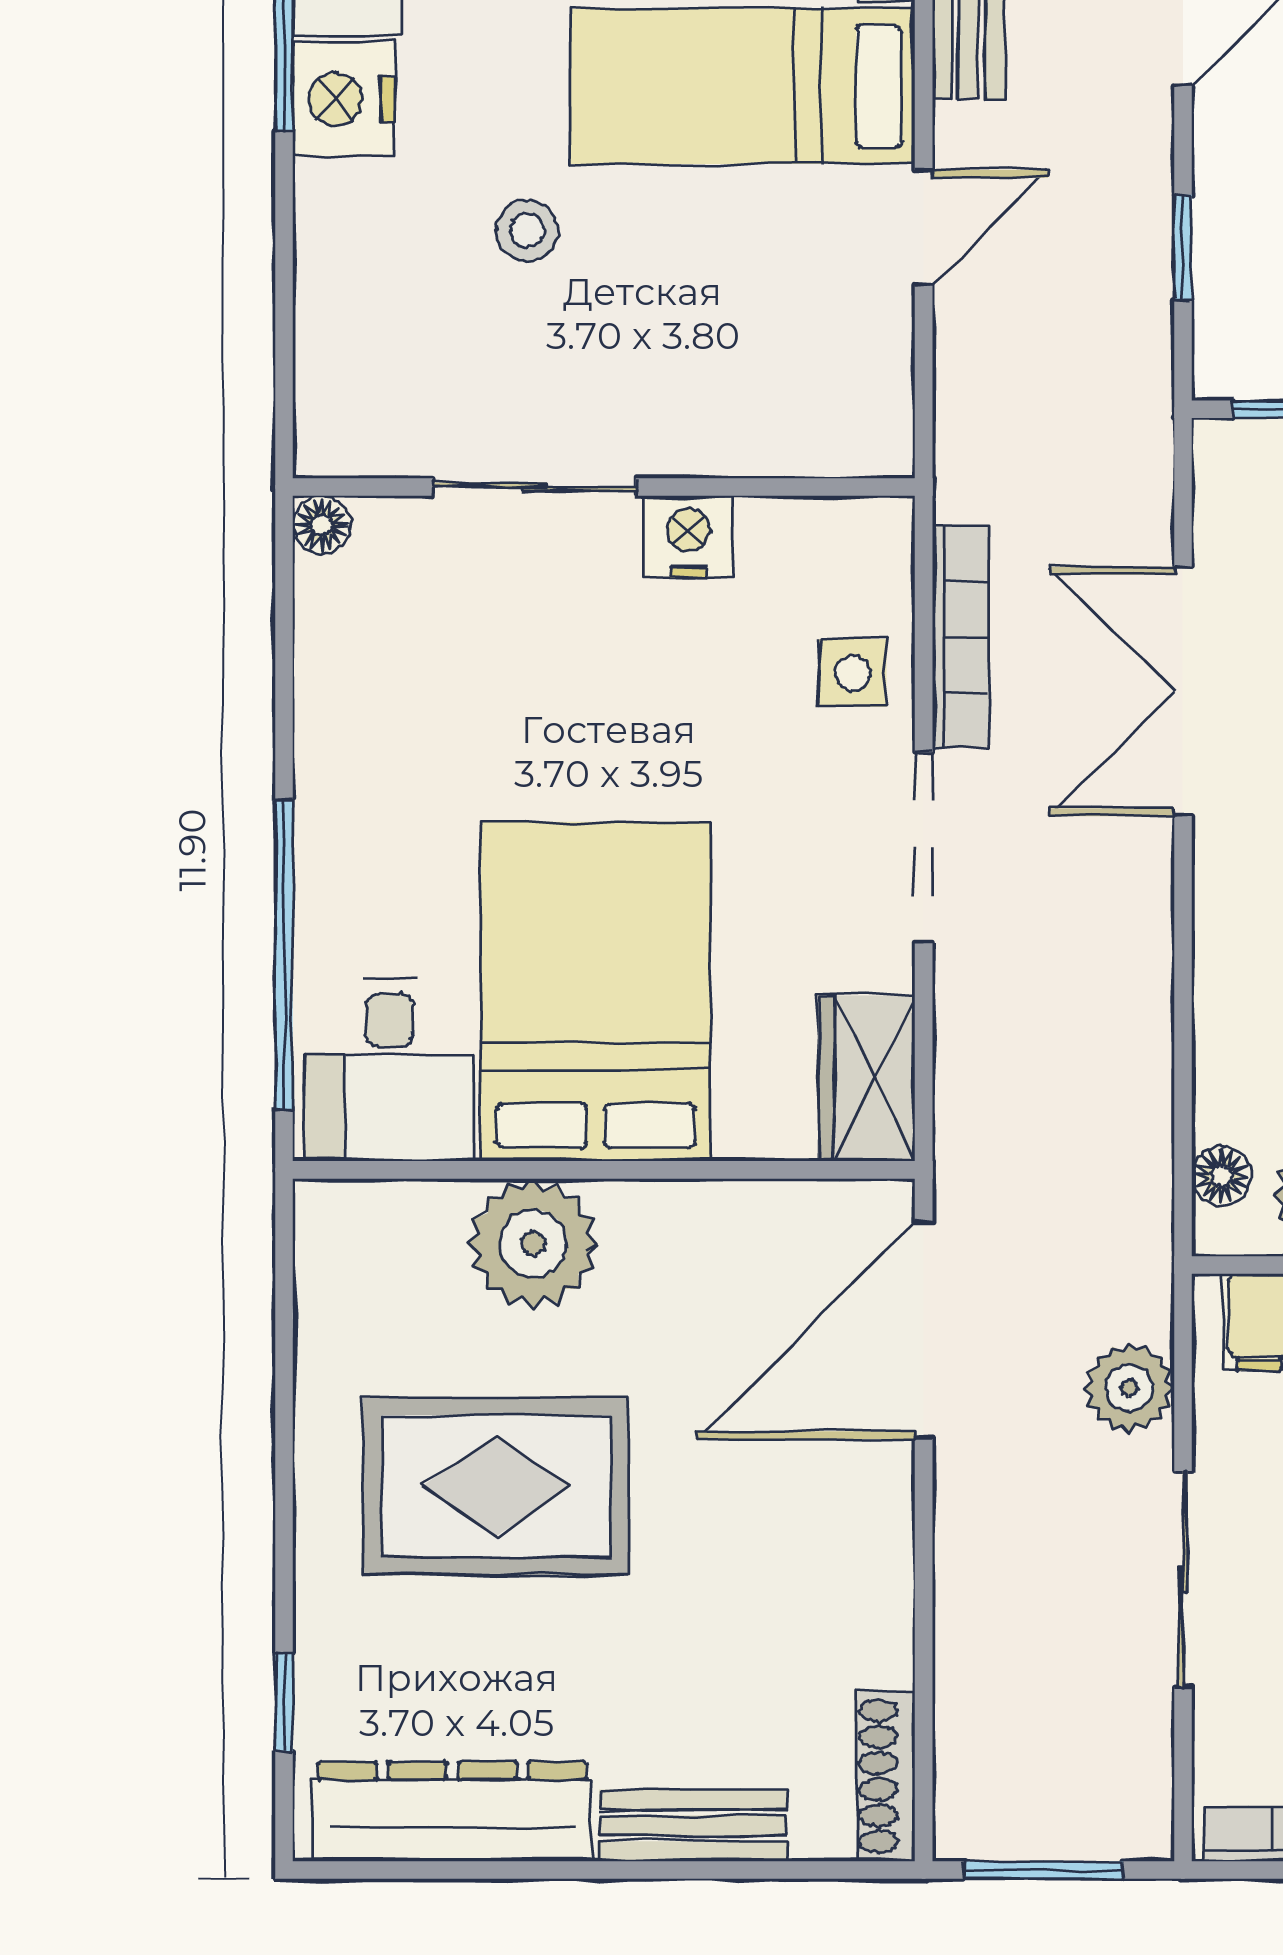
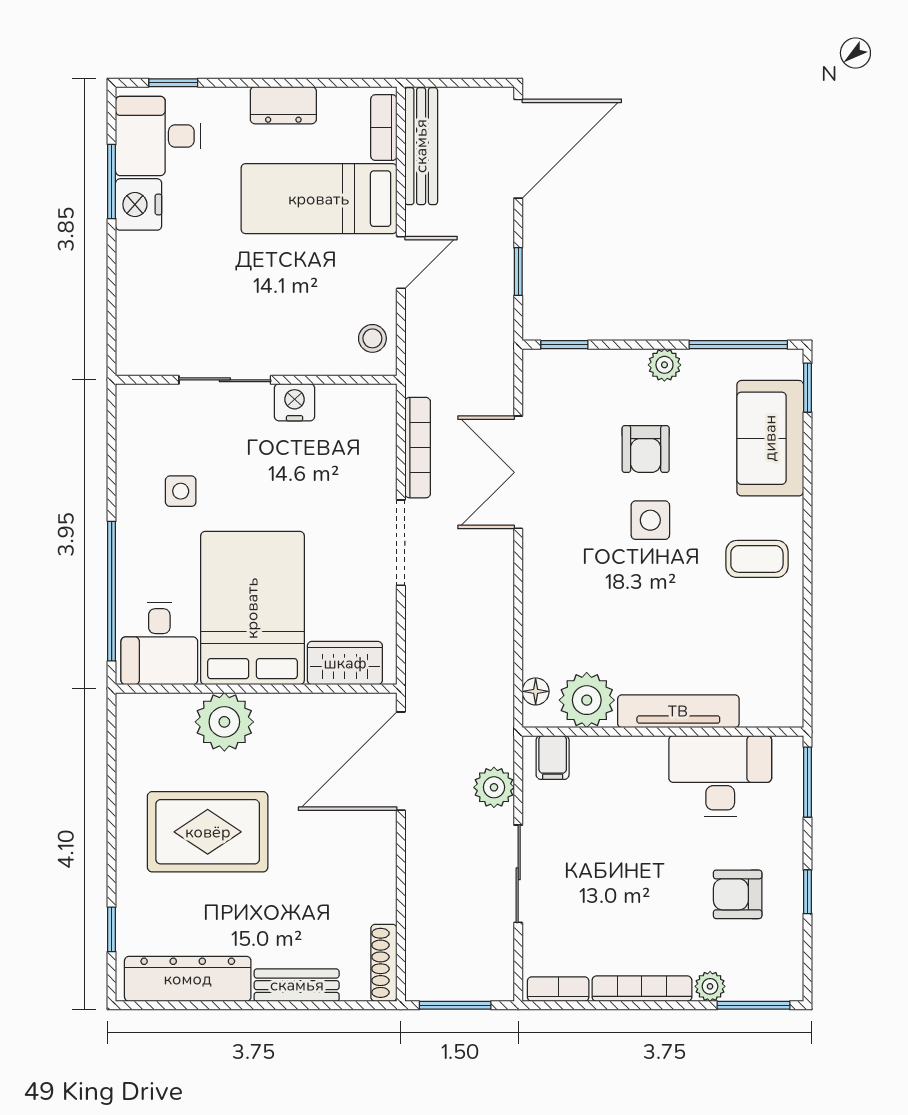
stool: (527, 230) -> (372, 338), moved
floor lamp: (322, 525) -> (129, 397), removed
side table: (853, 673) -> (181, 491), moved
wardrobe: (867, 1078) -> (345, 663), moved, turned 90

